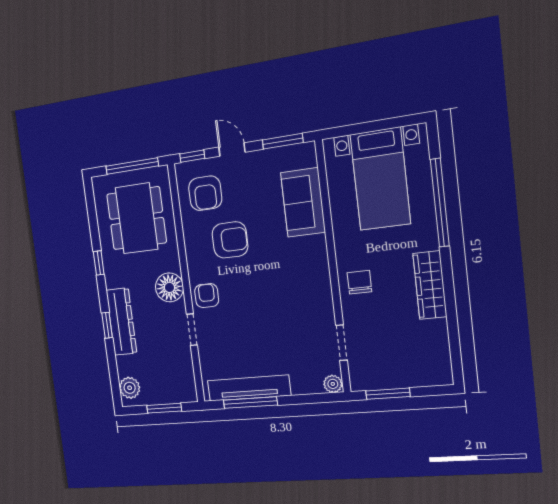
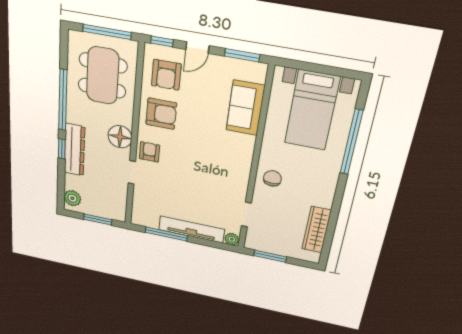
door: (232, 150) -> (197, 48), swing flipped
armchair: (230, 240) -> (161, 114), moved
window: (99, 263) -> (63, 100), width x3.17
wardrobe: (430, 285) -> (317, 230), moved
tv unit: (249, 388) -> (191, 229), moved

